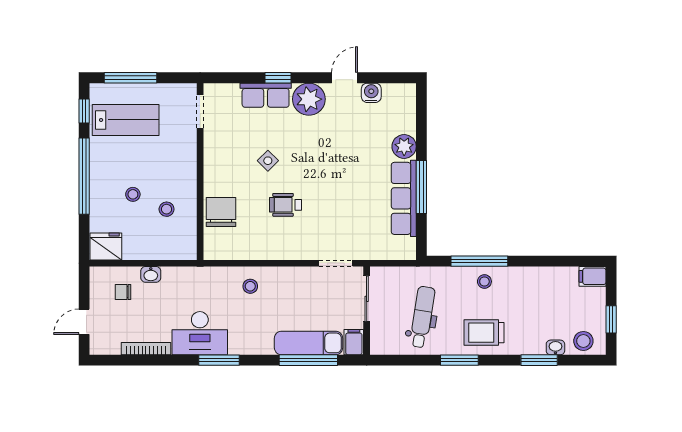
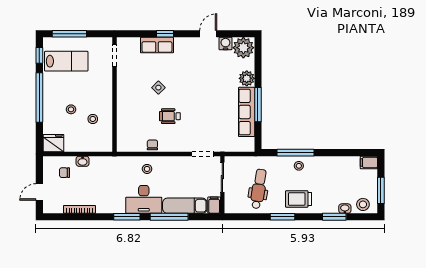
plant: (309, 99) -> (243, 48), moved
chair: (221, 212) -> (152, 145), moved, width x0.54, depth x0.54
window: (611, 319) -> (381, 190), width x1.50
desk: (200, 333) -> (144, 199), moved
window: (308, 360) -> (169, 217), moved

